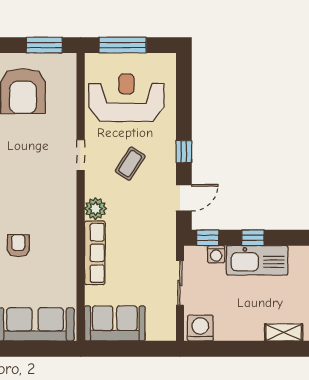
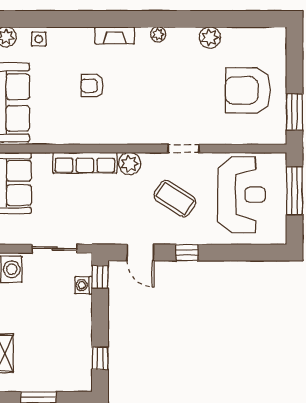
coffee table: (130, 164) -> (175, 199), width x1.36, depth x1.30
window: (253, 238) -> (100, 358), moved
armchair: (18, 246) -> (92, 86), turned 180
kitchen sink: (257, 260) -> (77, 327), removed

